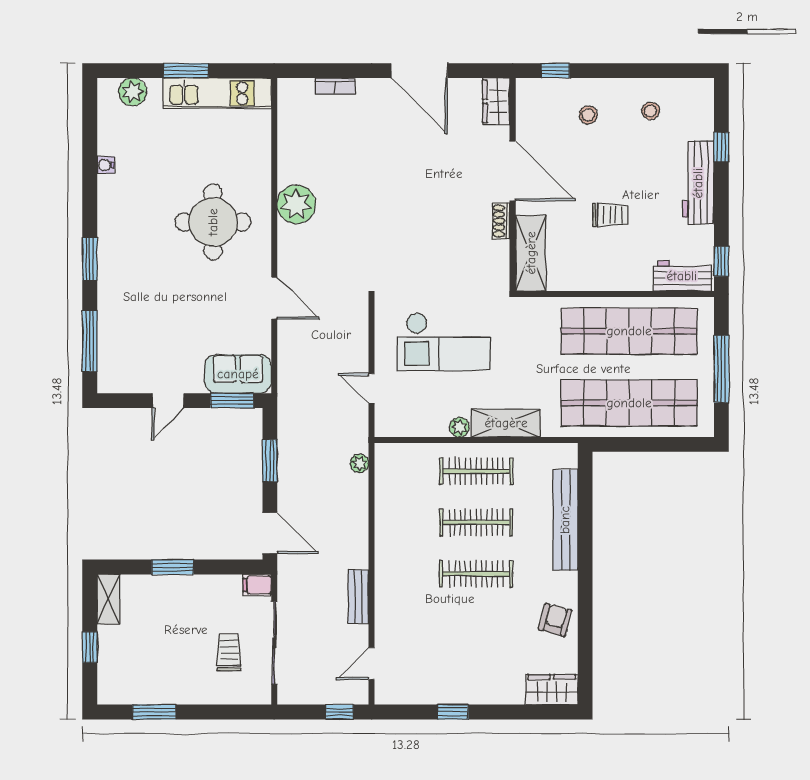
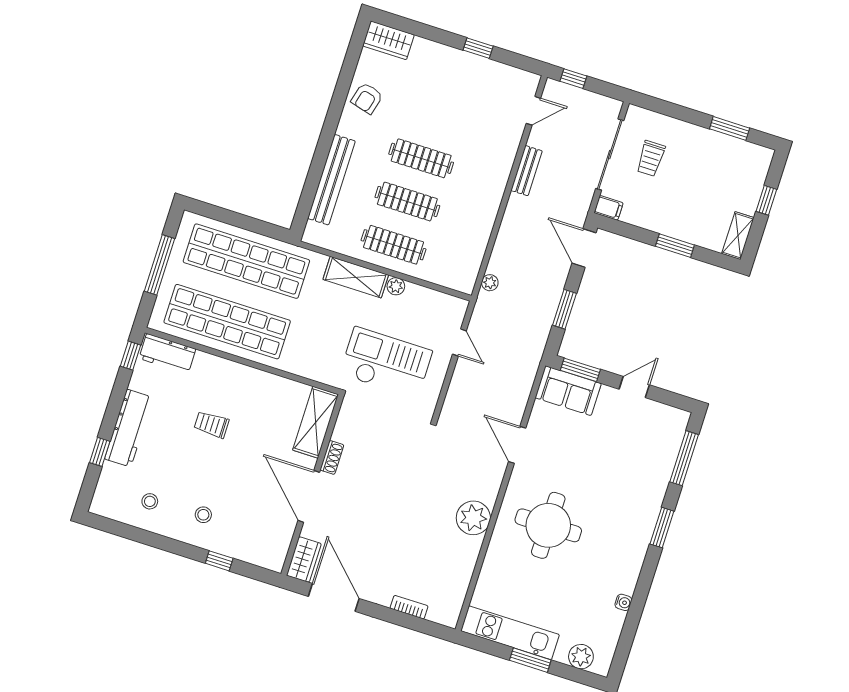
wardrobe: (496, 101) -> (304, 559), moved
door: (513, 171) -> (309, 496), moved
wall: (513, 185) -> (312, 485), moved
shoe rack: (501, 221) -> (332, 457), moved
shelving: (531, 253) -> (316, 422), moved

